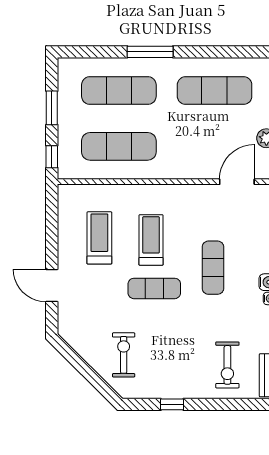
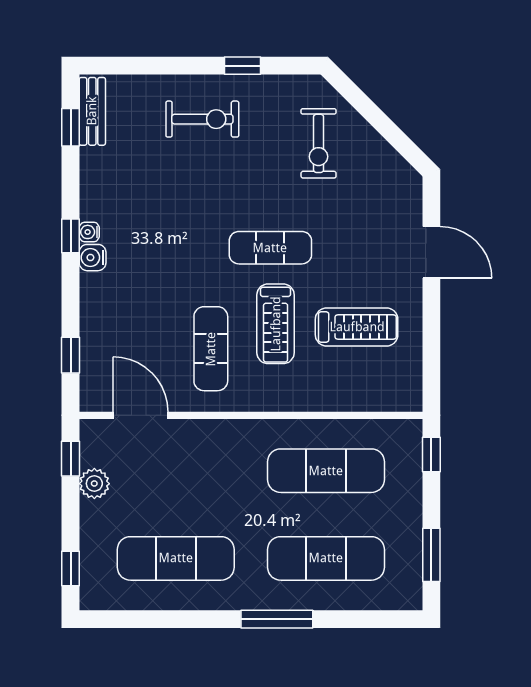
window: (52, 108) -> (431, 555), moved
door: (237, 182) -> (141, 415), swing flipped
treadmill: (99, 238) -> (357, 327), turned -90
exercise mat: (213, 268) -> (211, 349), moved
exercise bike: (227, 365) -> (202, 119), moved, turned 90

